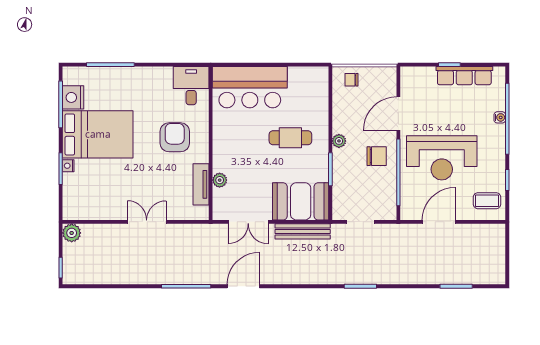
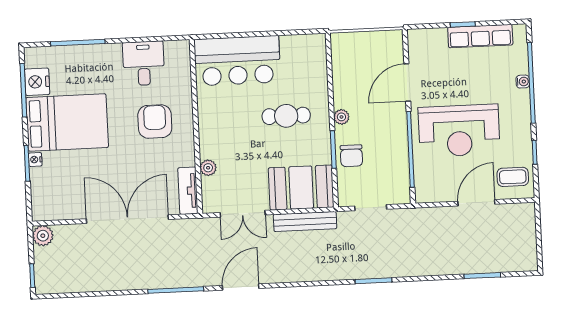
chair: (352, 80) -> (352, 47), removed
desk: (191, 86) -> (144, 63), moved
chair: (377, 156) -> (351, 156), moved, turned 90
tv unit: (201, 184) -> (188, 191), moved
double door: (147, 222) -> (127, 219), width x1.87
door: (439, 222) -> (476, 203), moved

